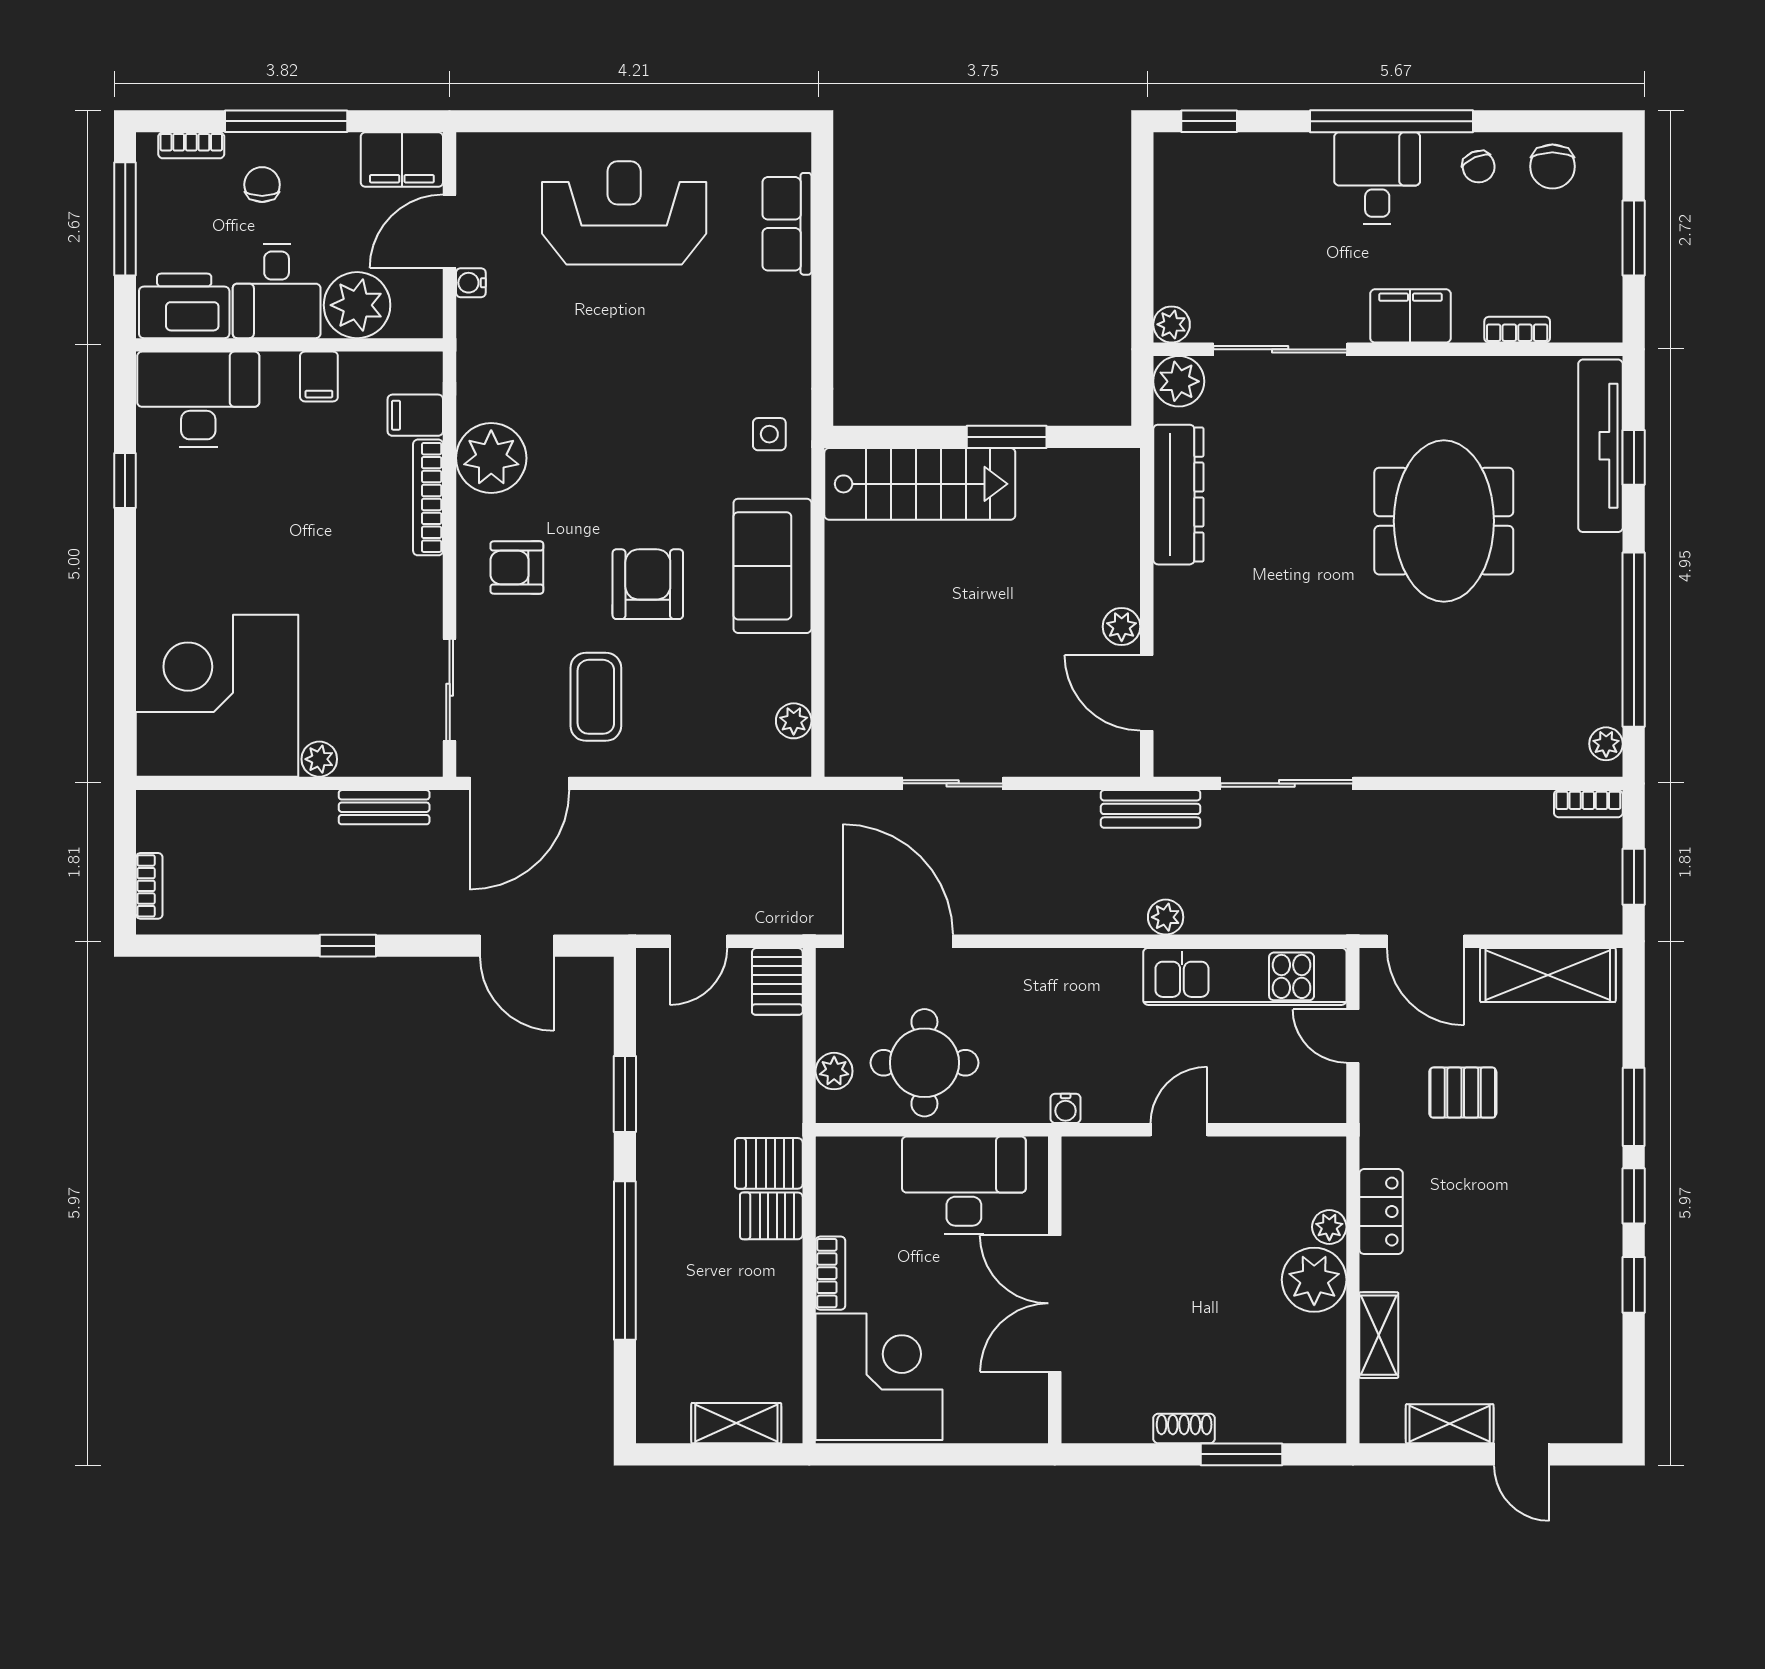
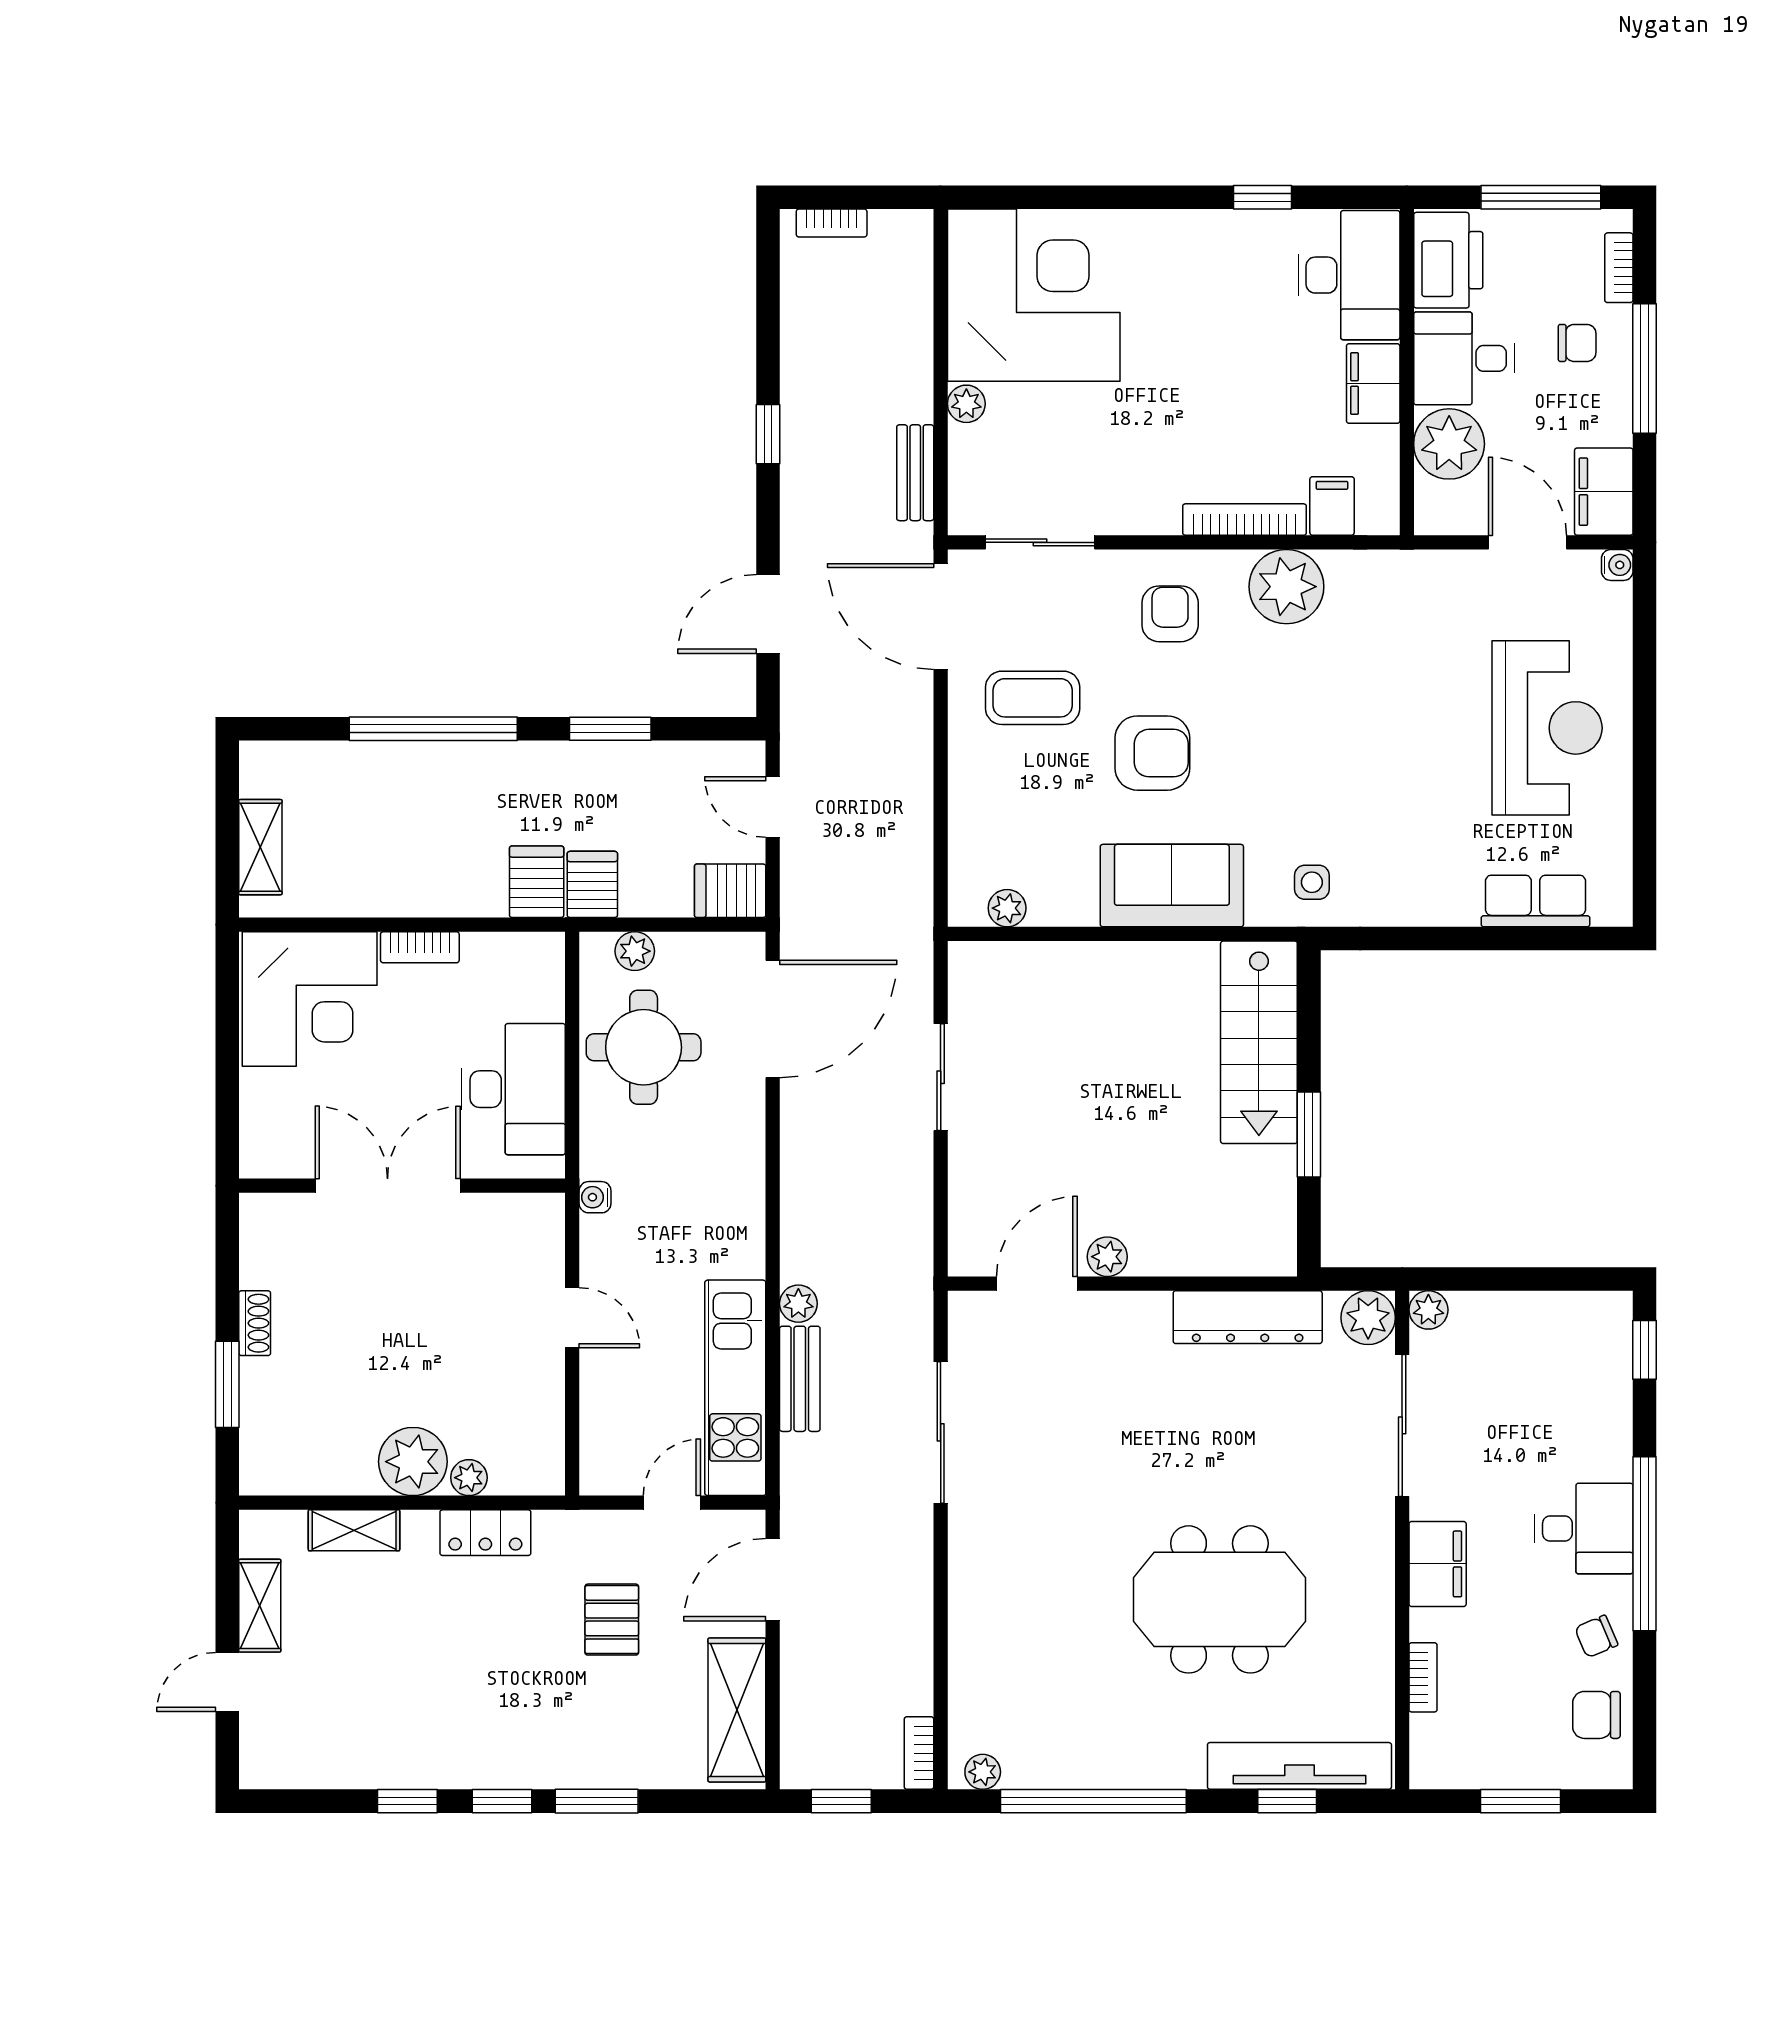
water cooler: (471, 283) -> (1617, 565), moved, turned 90
filing cabinet: (319, 376) -> (1373, 383), width x2.00
bench: (1151, 809) -> (800, 1379), moved
server rack: (771, 1216) -> (592, 884), moved

